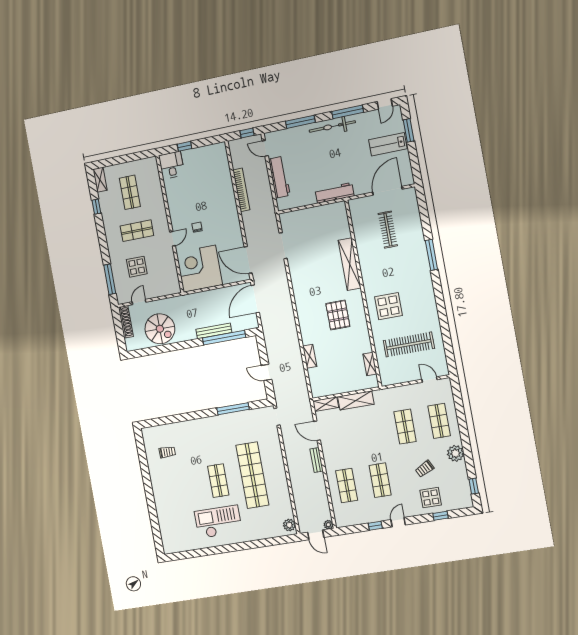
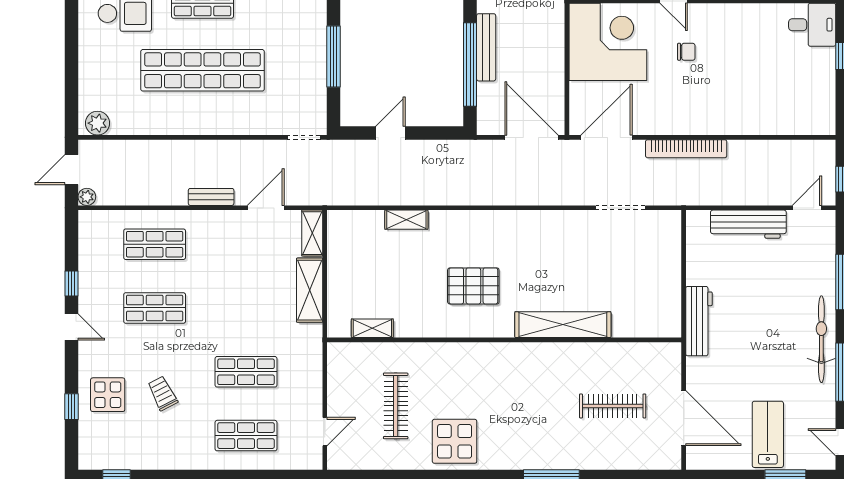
bookcase: (241, 190) -> (686, 149), moved
display table: (388, 306) -> (455, 441), moved
clothes rail: (409, 344) -> (396, 406), width x0.73, depth x0.76
plant: (455, 453) -> (182, 454), removed

